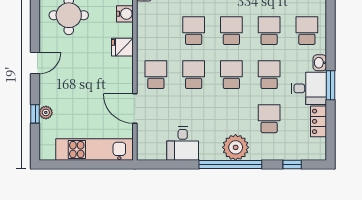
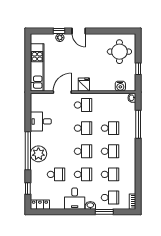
fridge: (122, 47) -> (84, 85), moved
door: (35, 63) -> (79, 31), moved
window: (330, 85) -> (104, 212), moved
locker: (318, 121) -> (40, 205), moved

